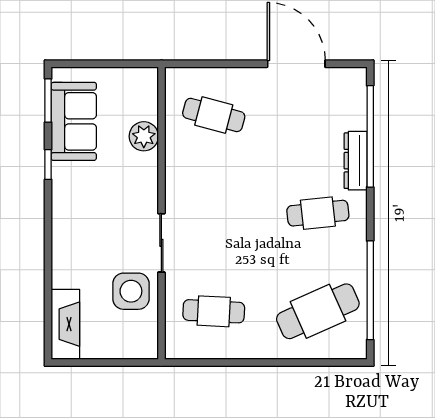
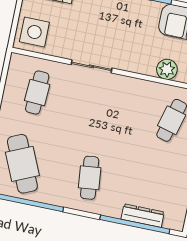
dresser: (356, 161) -> (143, 216), moved
side table: (131, 291) -> (34, 32), moved

